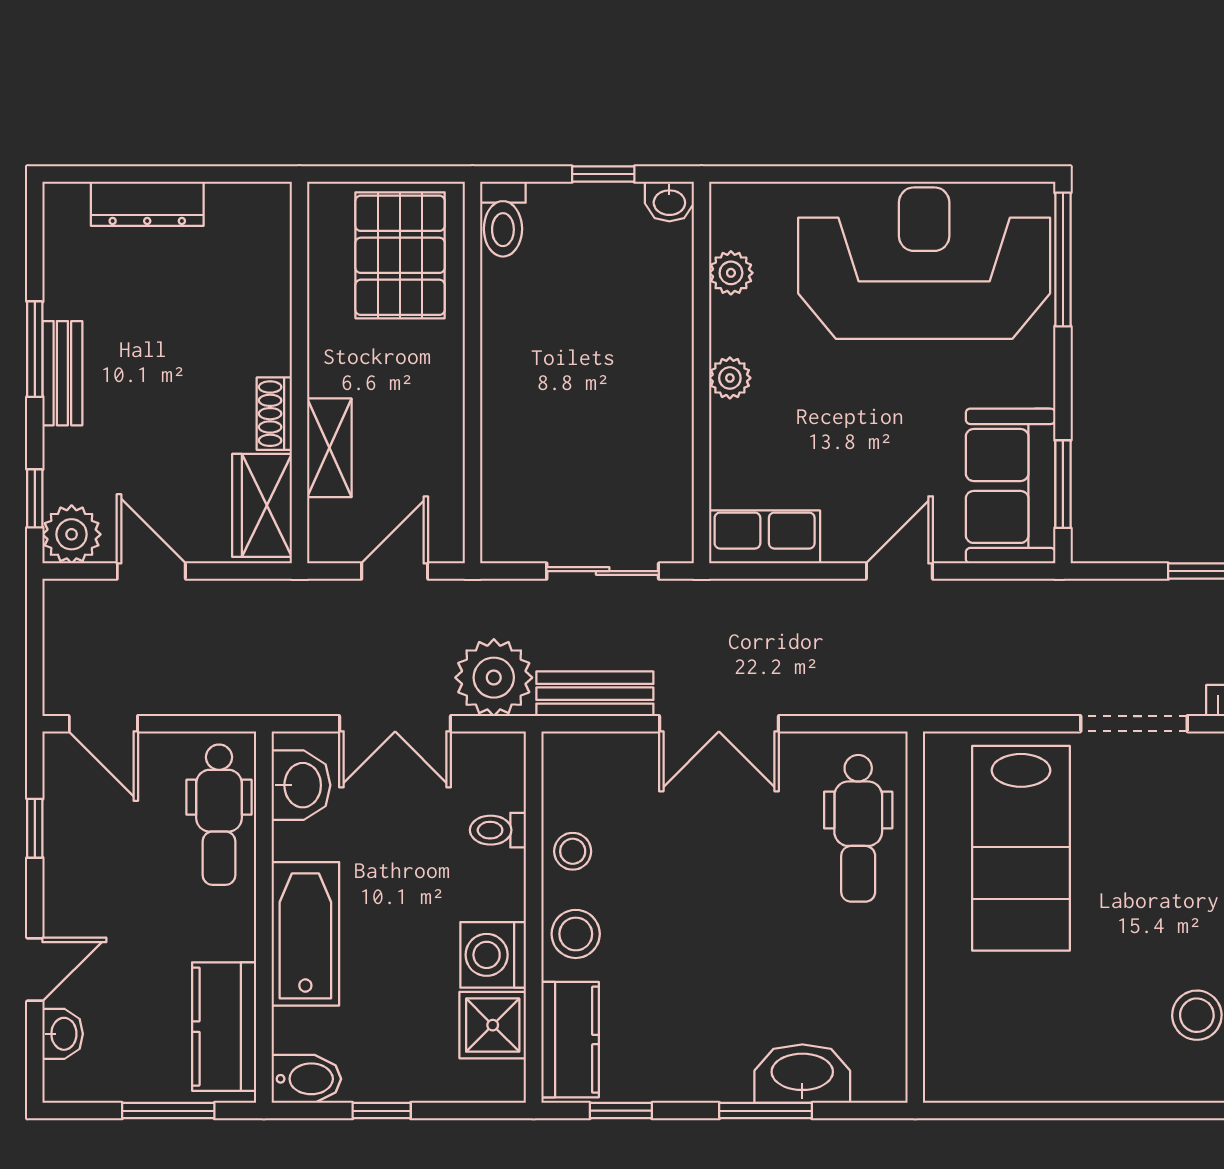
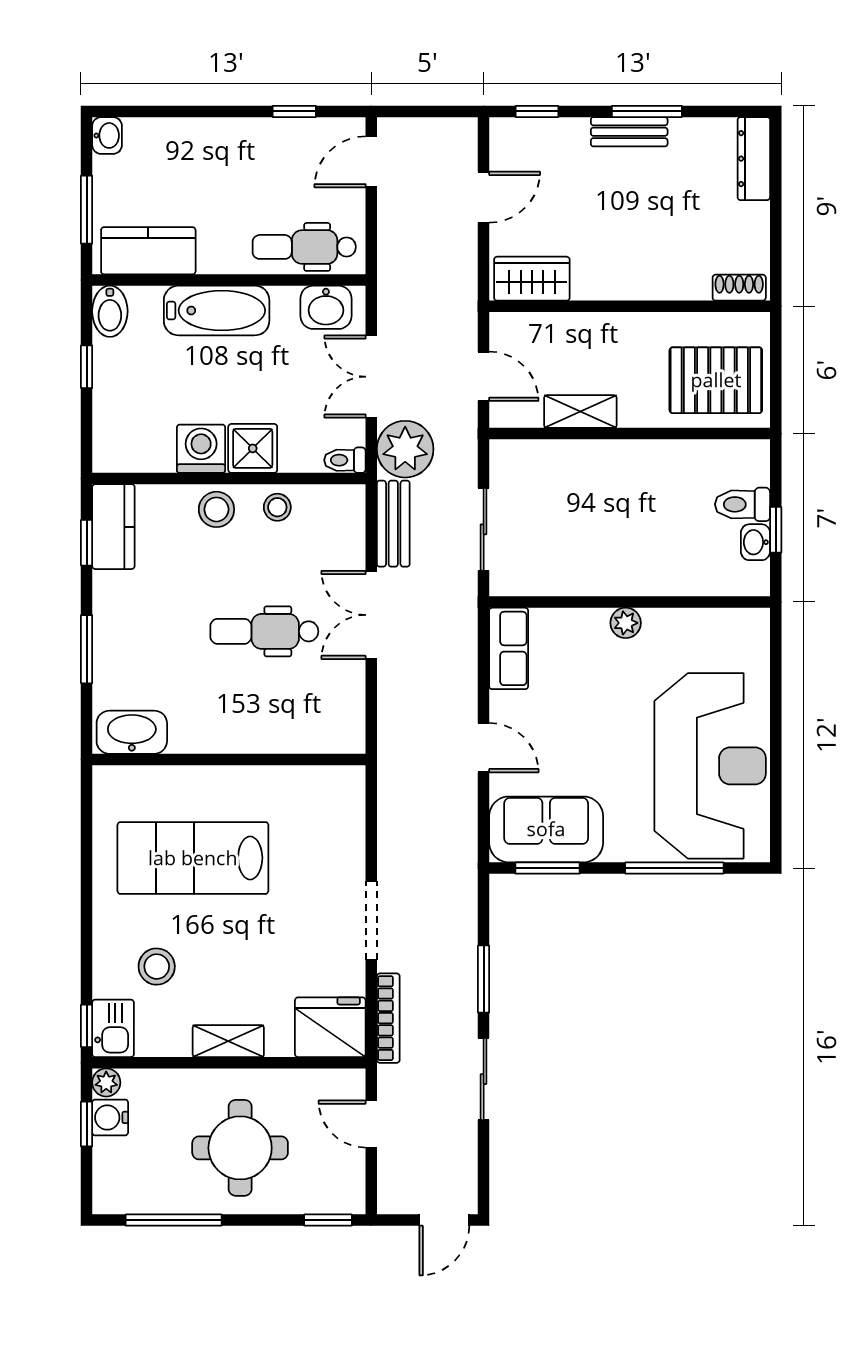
washbasin: (669, 201) -> (755, 542), moved
dresser: (147, 204) -> (754, 159), moved
toilet: (503, 219) -> (743, 504), moved
window: (1063, 259) -> (674, 868), moved
plant: (731, 273) -> (703, 624), removed
shoe rack: (274, 414) -> (739, 288), moved
shelving: (329, 448) -> (580, 412), moved
plant: (72, 534) -> (511, 138), removed
dental chair: (858, 828) -> (264, 631), moved
toilet: (498, 830) -> (345, 460), moved, turned -90
lab bench: (1021, 848) -> (193, 858), moved
door: (35, 969) -> (190, 111), removed
shower: (493, 1025) -> (253, 448), moved
washbasin: (63, 1034) -> (107, 135), moved, turned -90
kitchen counter: (570, 1040) -> (113, 527), moved, turned -90
washbasin: (802, 1074) -> (132, 732), moved, turned -90

